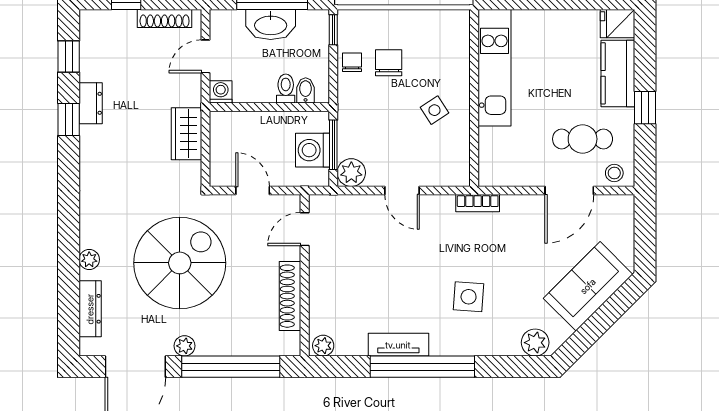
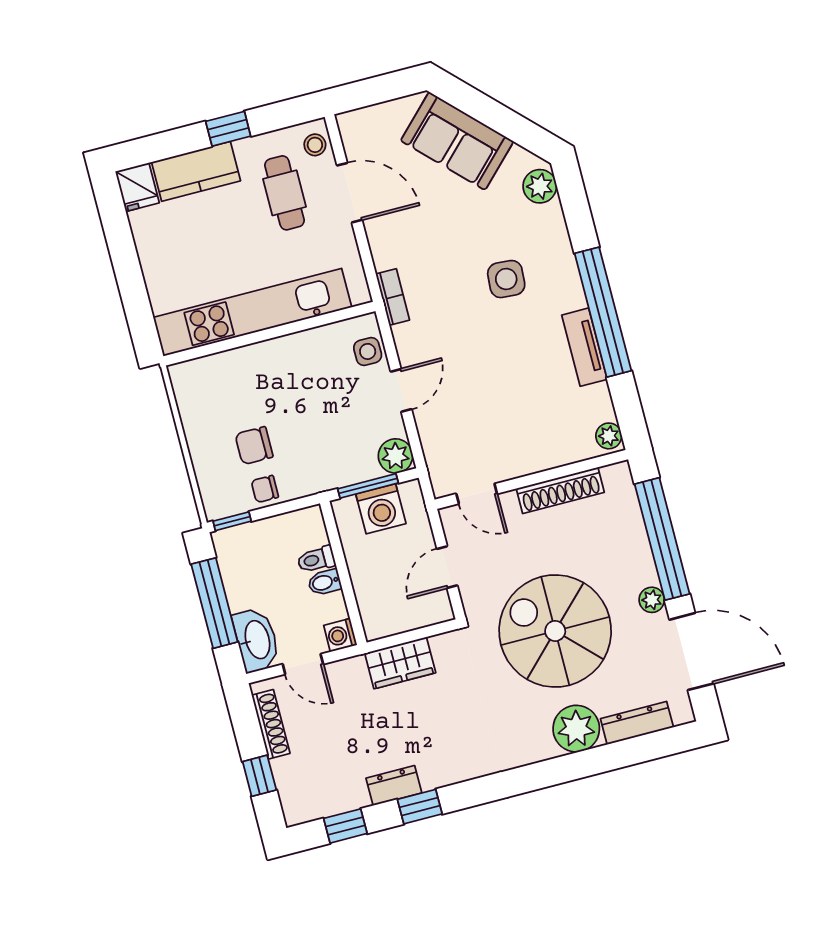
washbasin: (271, 25) -> (256, 640), moved
kitchen unit: (495, 68) -> (252, 312), width x1.36
bidet: (306, 90) -> (325, 582), moved
side table: (434, 110) -> (368, 351), moved, turned 33
plant: (89, 260) -> (576, 729), width x1.88, depth x1.88

